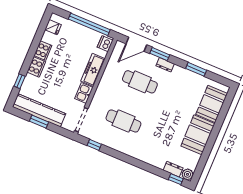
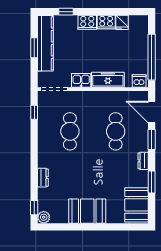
fridge: (53, 27) -> (122, 22), moved
dresser: (165, 65) -> (143, 161), moved
booth: (212, 104) -> (137, 205), moved, turned 90
dresser: (173, 169) -> (43, 178), moved

